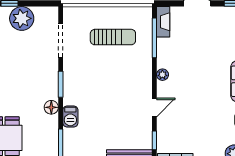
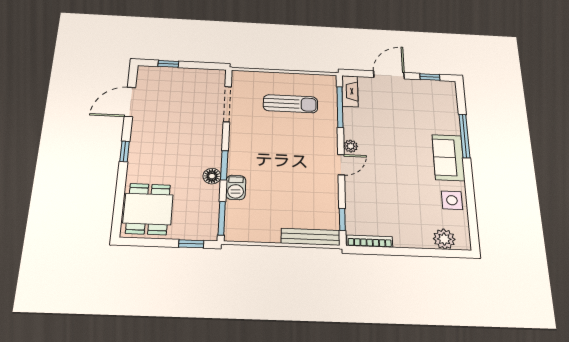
plant: (22, 18) -> (182, 80), removed
window: (61, 84) -> (224, 165), moved
door: (154, 107) -> (341, 165), moved

